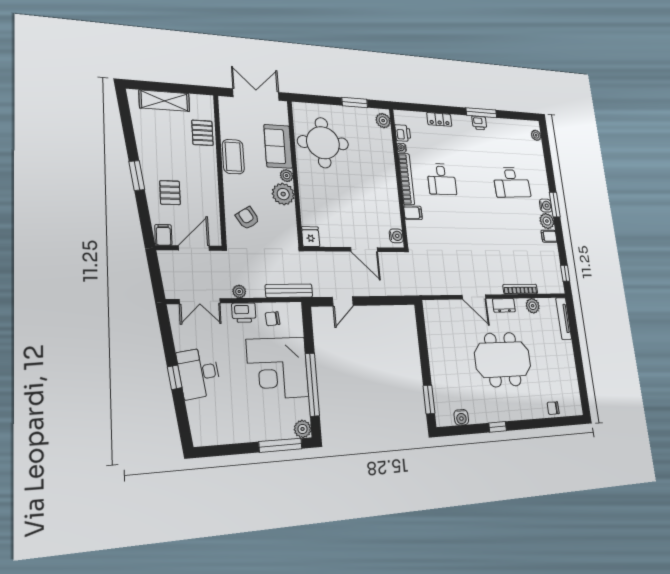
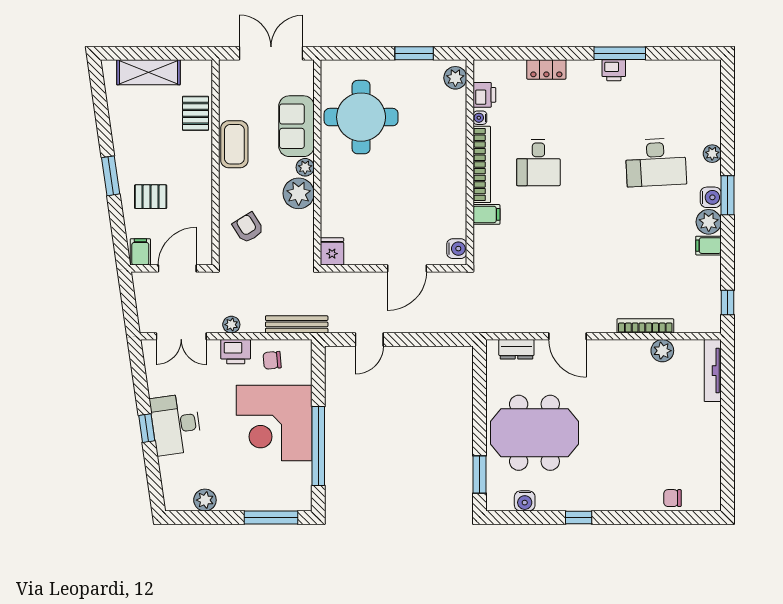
plant: (536, 135) -> (712, 154), moved
pallet: (170, 193) -> (151, 197), turned 90
door: (364, 249) -> (407, 268), hinge flipped
dresser: (504, 305) -> (516, 349), moved
meeting table: (503, 359) -> (534, 433), moved
plant: (303, 429) -> (205, 500), moved

